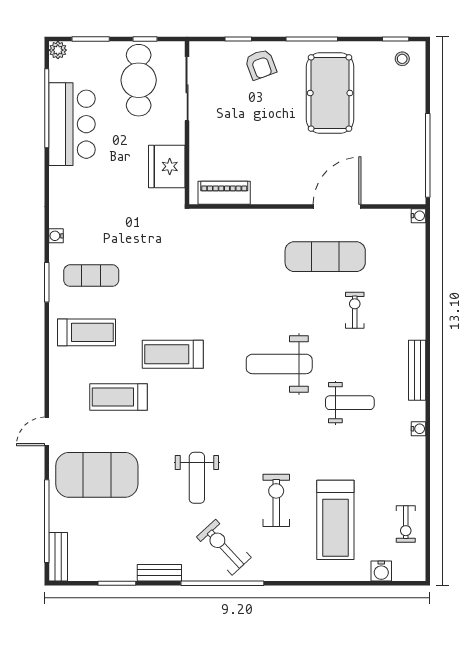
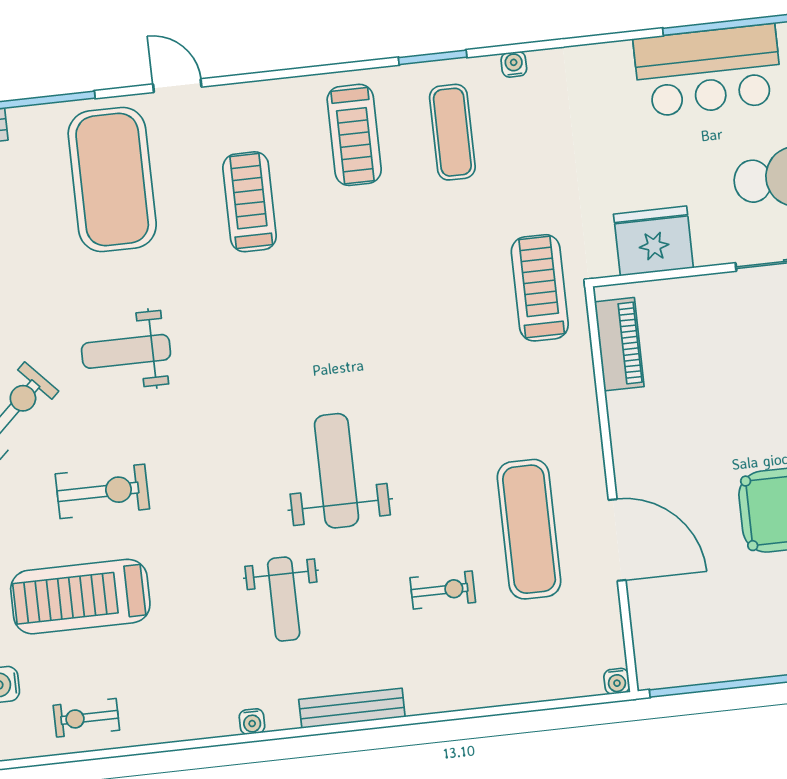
treadmill: (173, 354) -> (540, 288), moved

